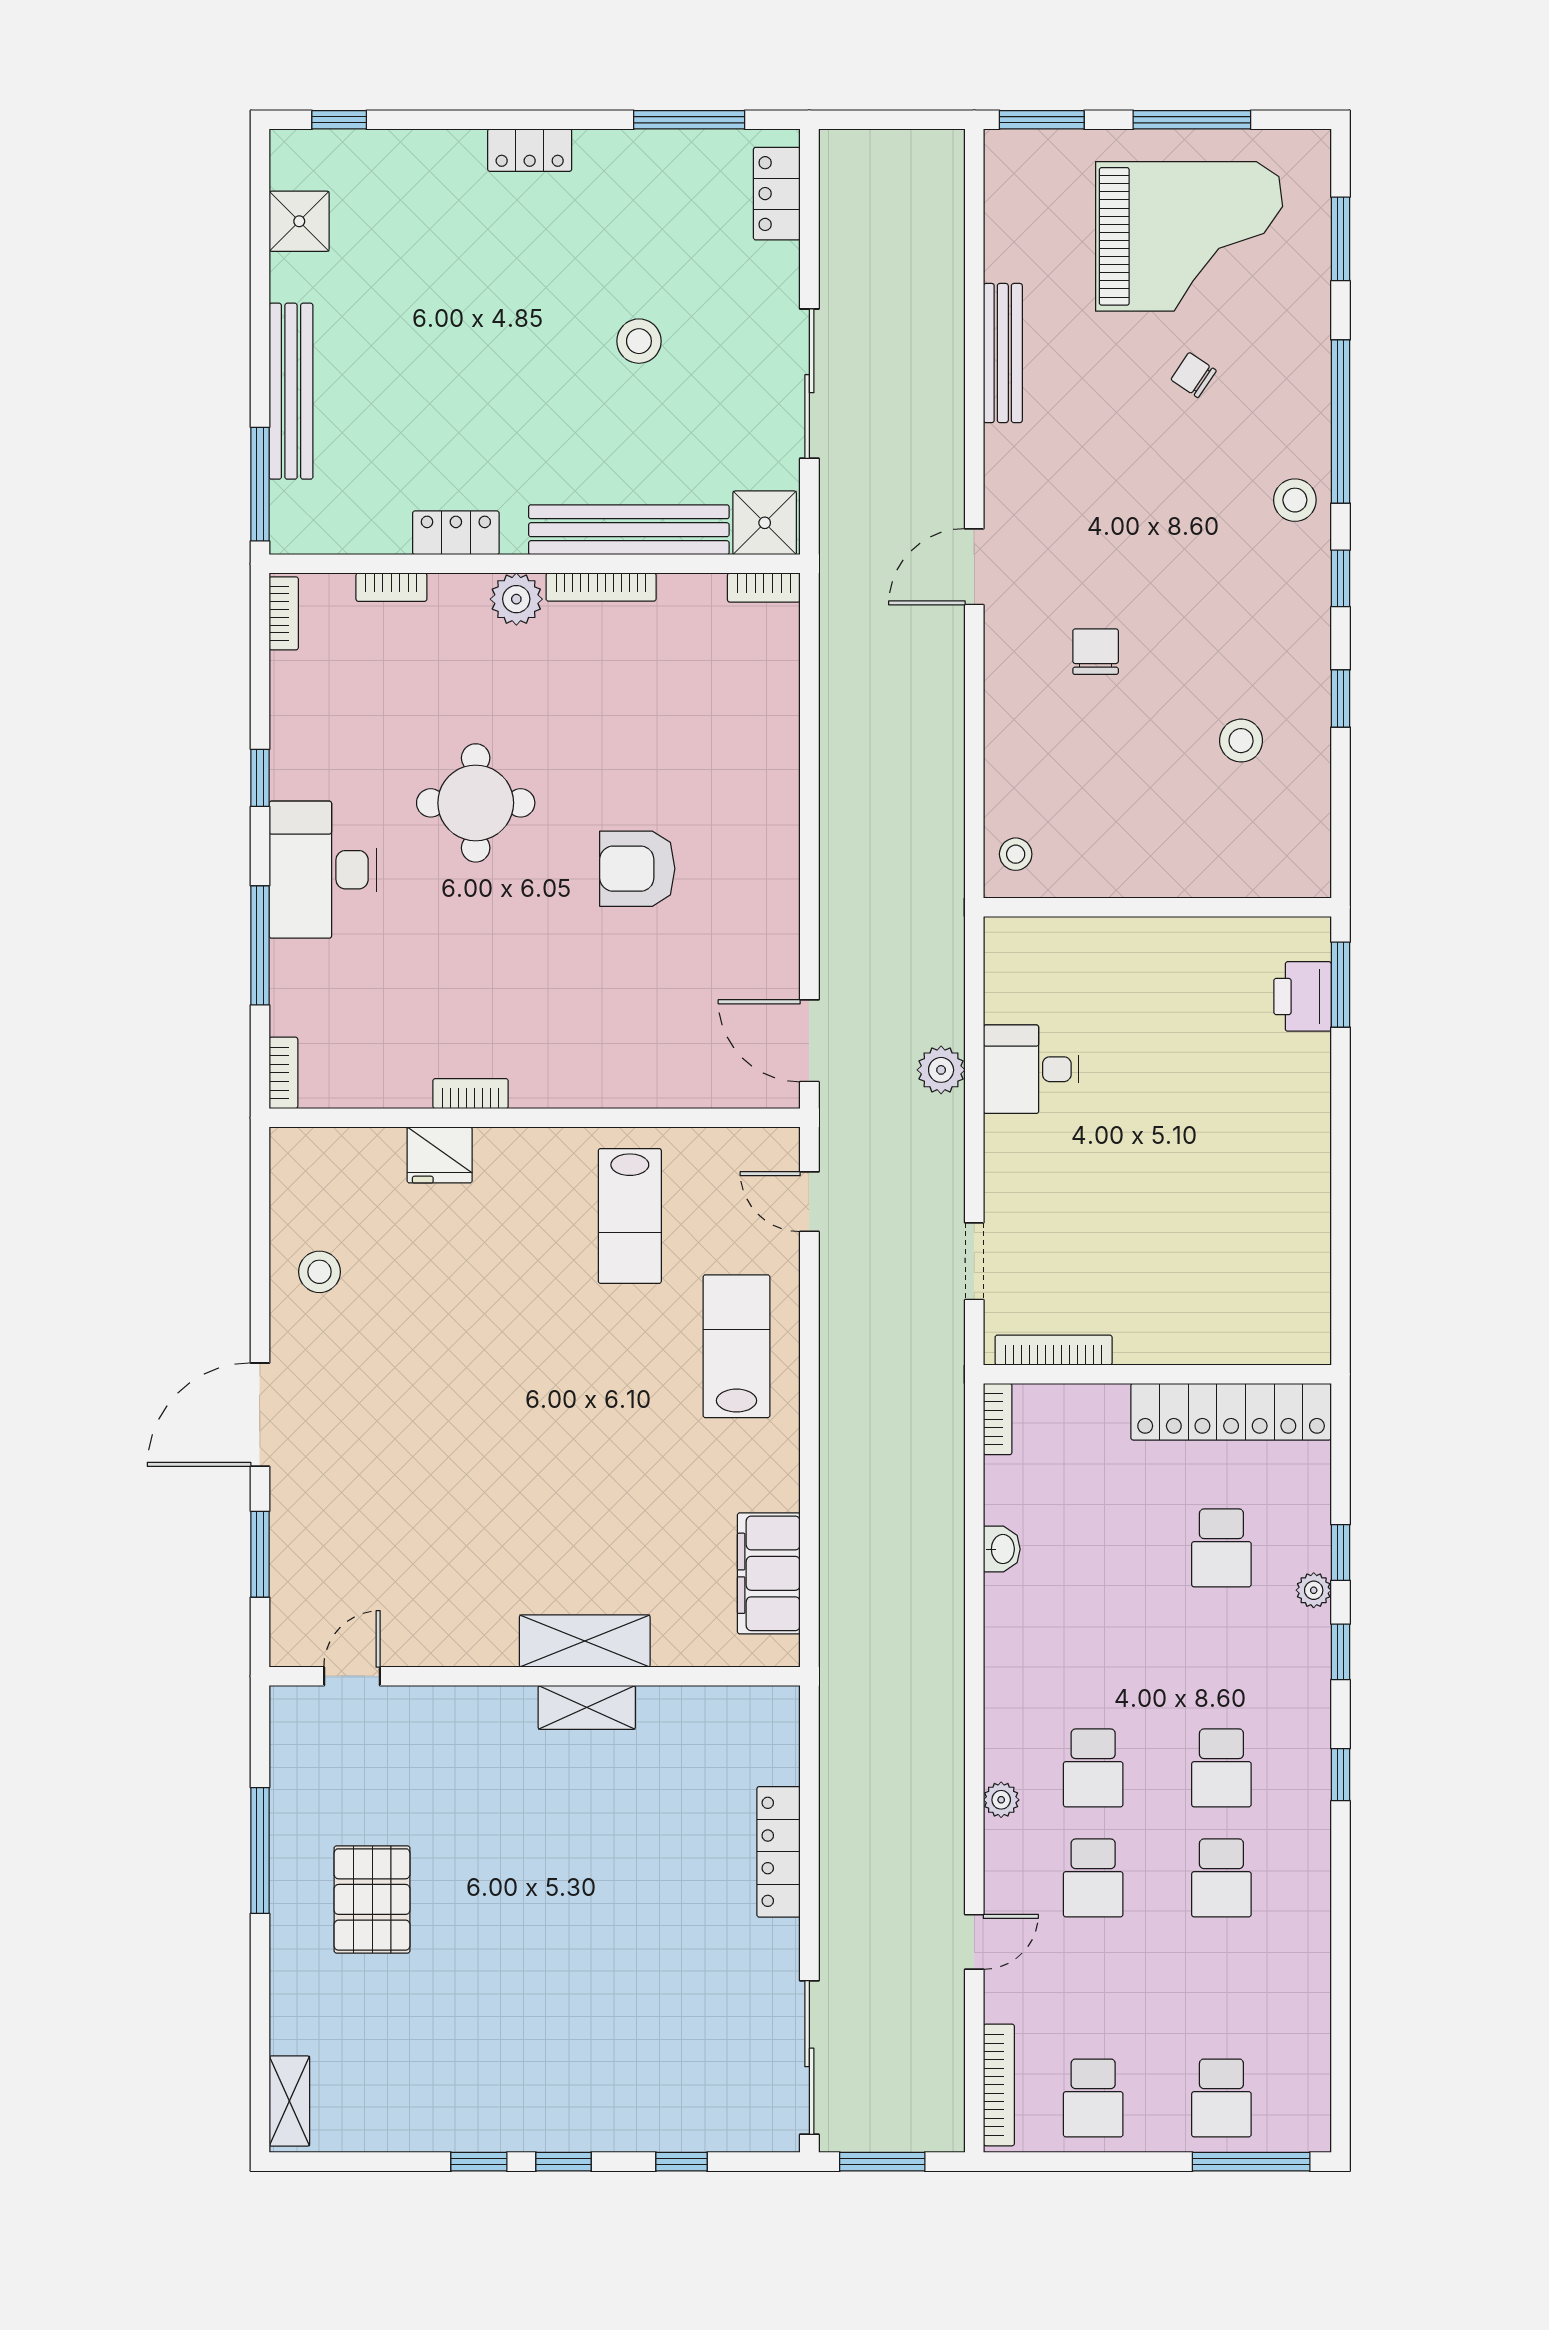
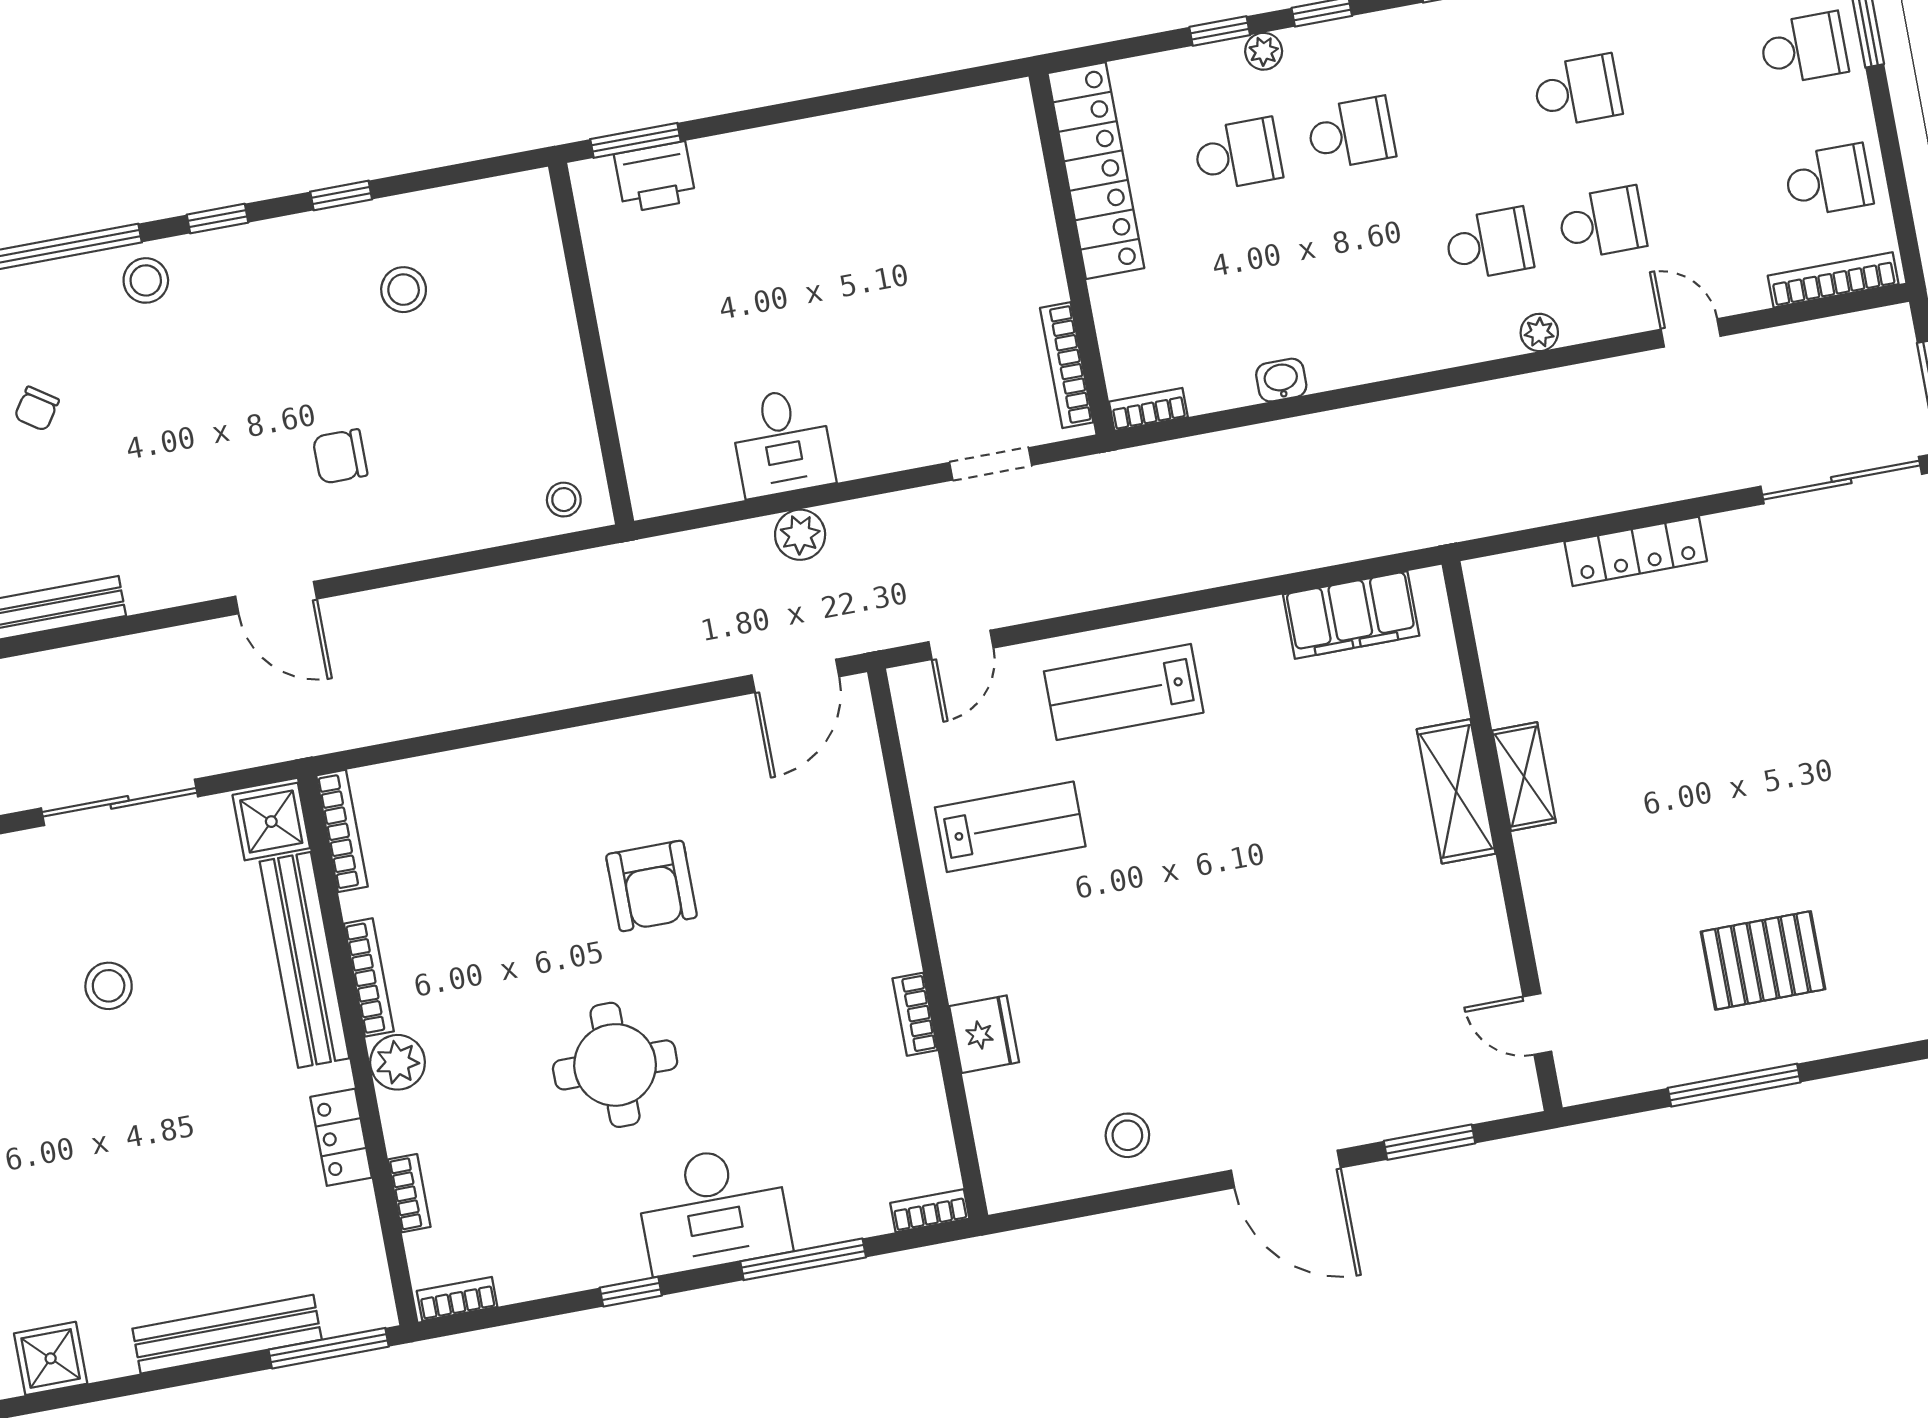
bookcase: (764, 588) -> (342, 831), width x1.56
school desk: (1221, 1768) -> (1351, 133), moved

